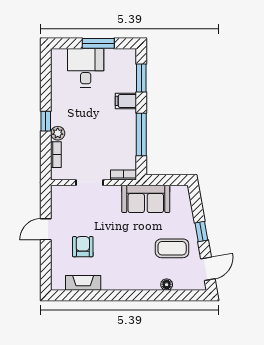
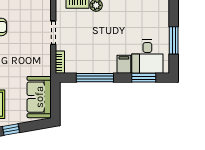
desk: (86, 68) -> (147, 57), moved, turned 90
sofa: (146, 199) -> (39, 97), moved

